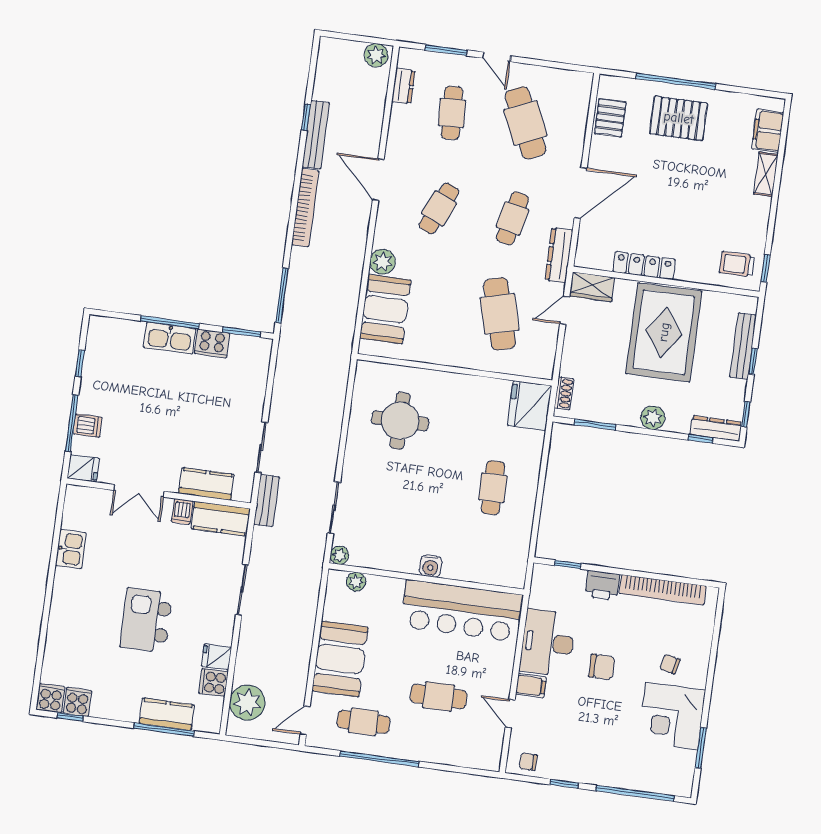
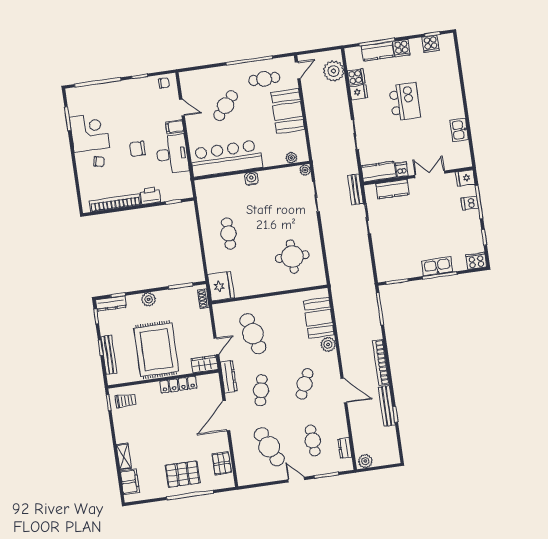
cooker: (212, 343) -> (476, 261), moved
cafe table: (439, 696) -> (226, 106), turned -49
cooker: (51, 698) -> (401, 48), moved

